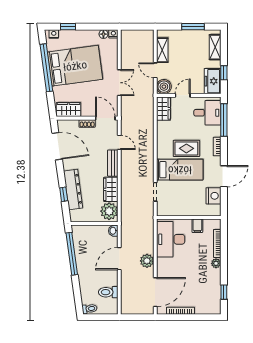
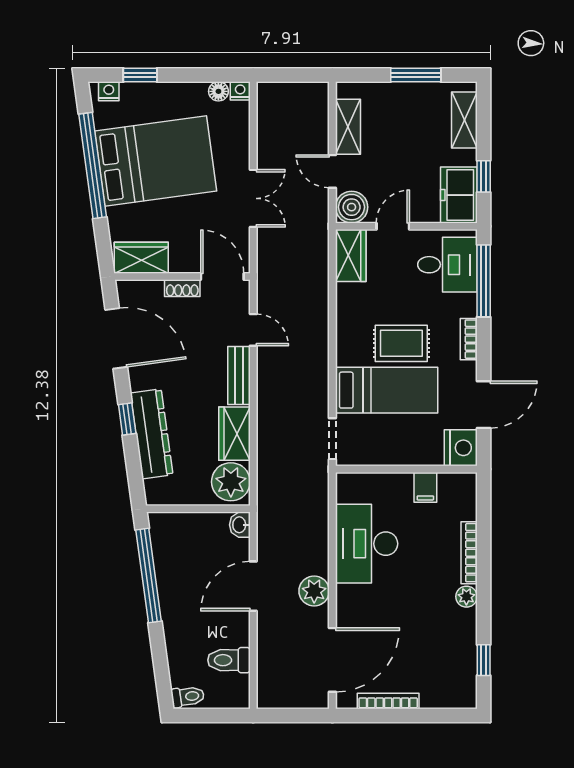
window: (64, 194) -> (127, 419), moved
wall: (189, 217) -> (406, 469), moved
filing cabinet: (197, 226) -> (425, 487), moved

